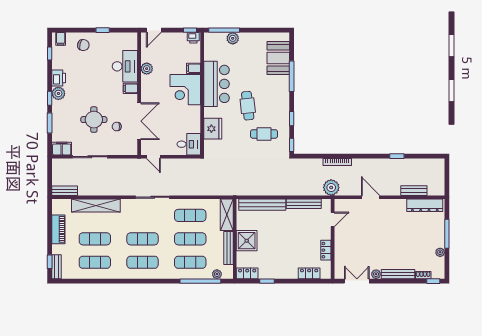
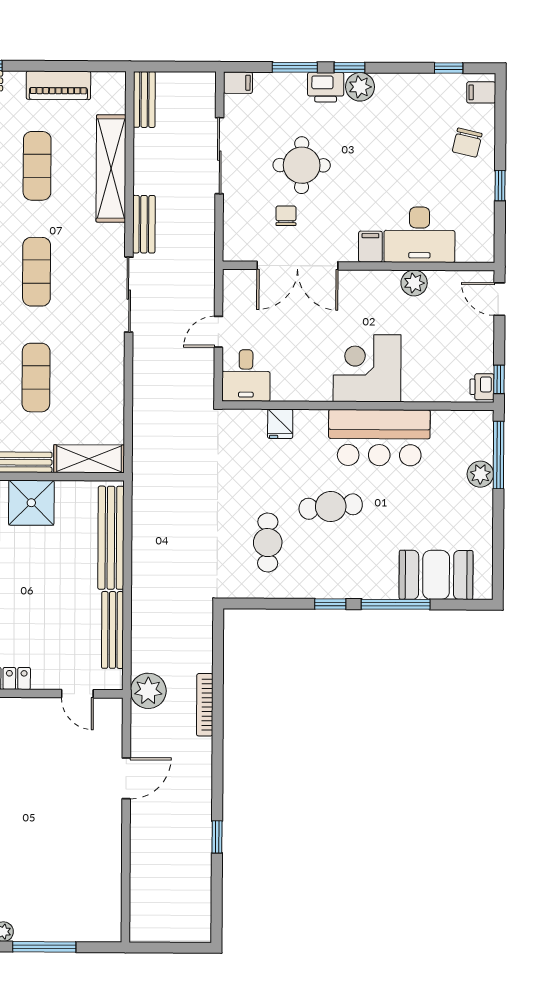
filing cabinet: (194, 68) -> (414, 387), removed
printer: (59, 78) -> (326, 87), moved
window: (292, 119) -> (330, 604), moved
fridge: (213, 129) -> (280, 424), width x0.53, depth x0.75
window: (292, 145) -> (243, 603), removed
filing cabinet: (62, 149) -> (238, 83), width x0.50
door: (153, 157) -> (218, 332), moved
bench: (414, 191) -> (144, 224), moved
dresser: (425, 205) -> (108, 898), removed
exercise mat: (190, 215) -> (88, 378), removed

